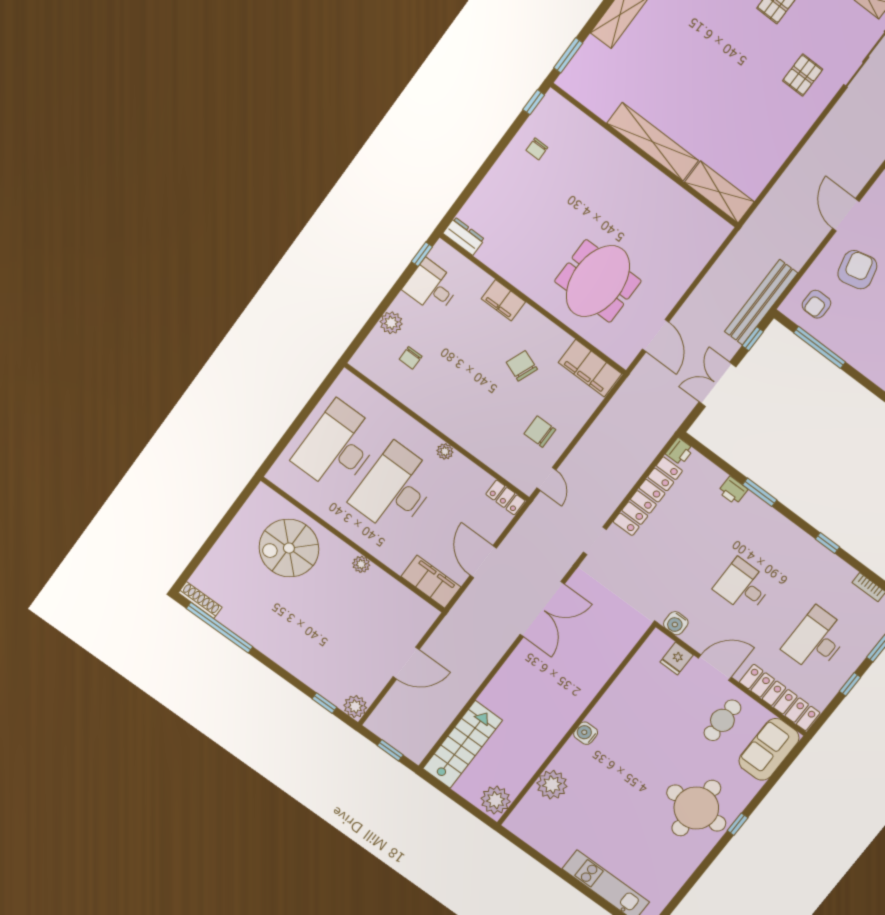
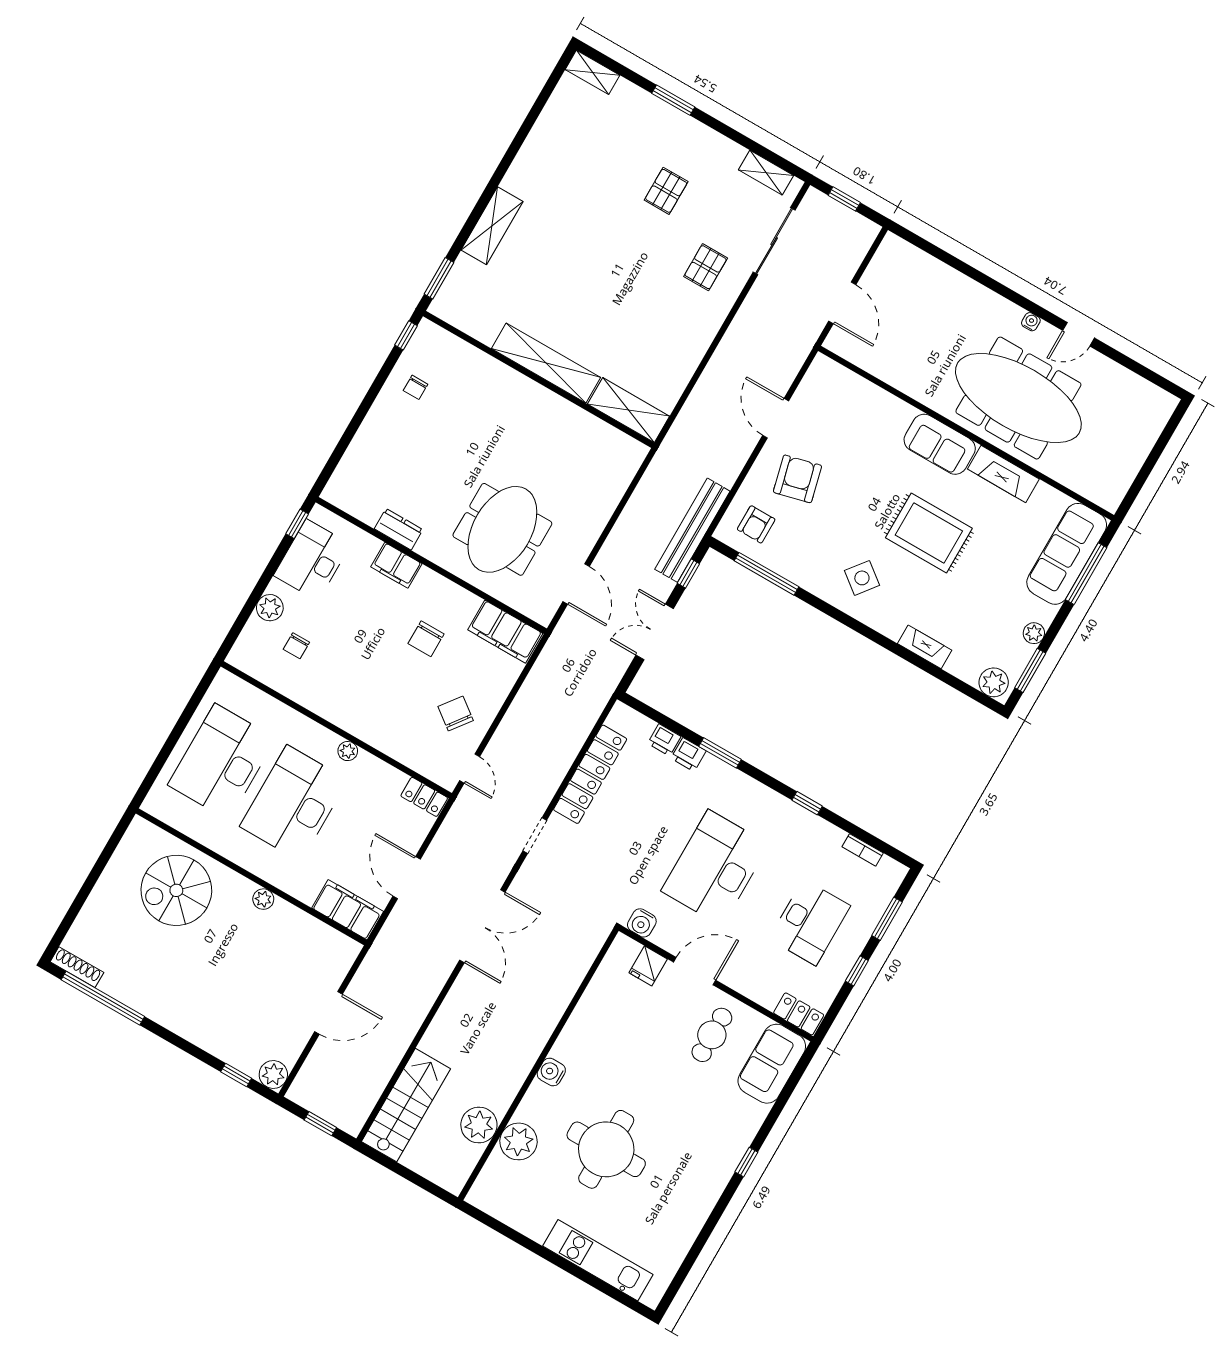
dresser: (464, 236) -> (399, 529), moved
desk: (432, 287) -> (312, 560), width x1.37
chair: (522, 366) -> (426, 639), turned -111
chair: (540, 432) -> (456, 714), turned 37
printer: (680, 451) -> (664, 740), moved, turned 90
desk: (743, 586) -> (715, 868), width x1.87, depth x1.30
desk: (816, 640) -> (810, 922), turned 180
locker: (780, 698) -> (799, 1014), width x0.46, depth x0.83
plant: (496, 800) -> (479, 1125), moved
round table: (696, 808) -> (606, 1149), moved

